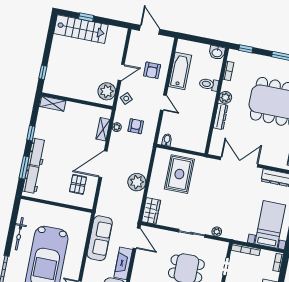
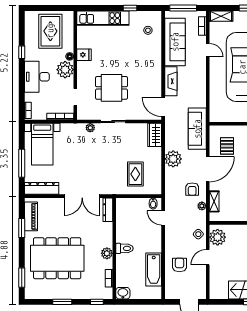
toilet: (209, 84) -> (125, 248), moved
door: (163, 103) -> (163, 218), moved
dresser: (221, 116) -> (108, 210), moved
armchair: (136, 126) -> (192, 189), moved
rug: (179, 174) -> (135, 174), width x0.73, depth x0.70
sofa: (100, 238) -> (197, 129), moved

